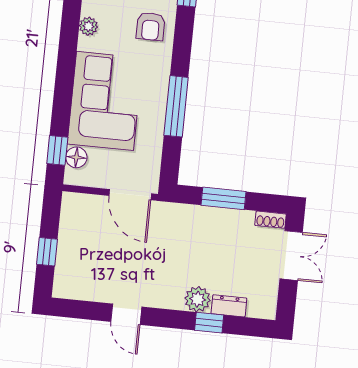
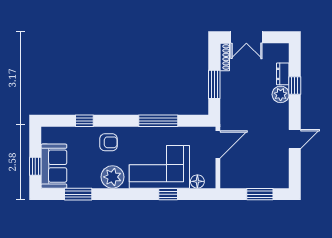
plant: (88, 26) -> (112, 177), width x1.87, depth x1.87
window: (57, 150) -> (168, 194), moved
shoe rack: (271, 220) -> (225, 57), width x1.43
window: (47, 252) -> (260, 194), width x1.50
double door: (291, 256) -> (246, 37), swing flipped

